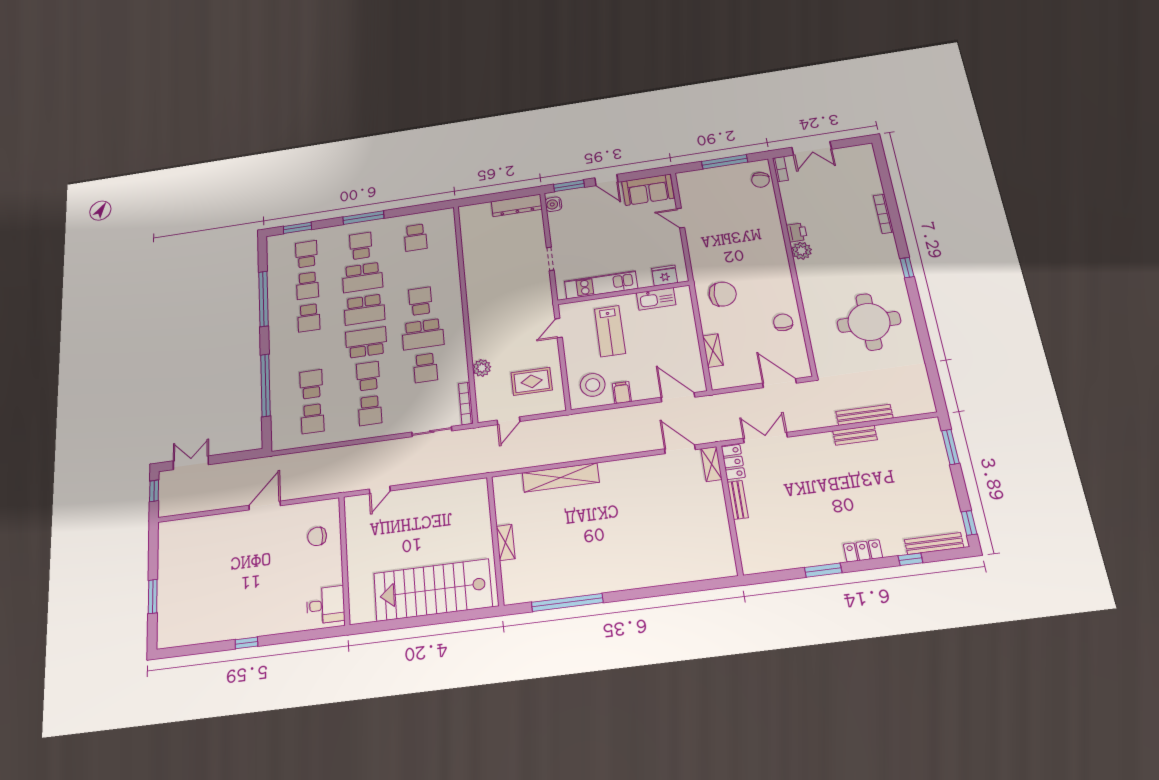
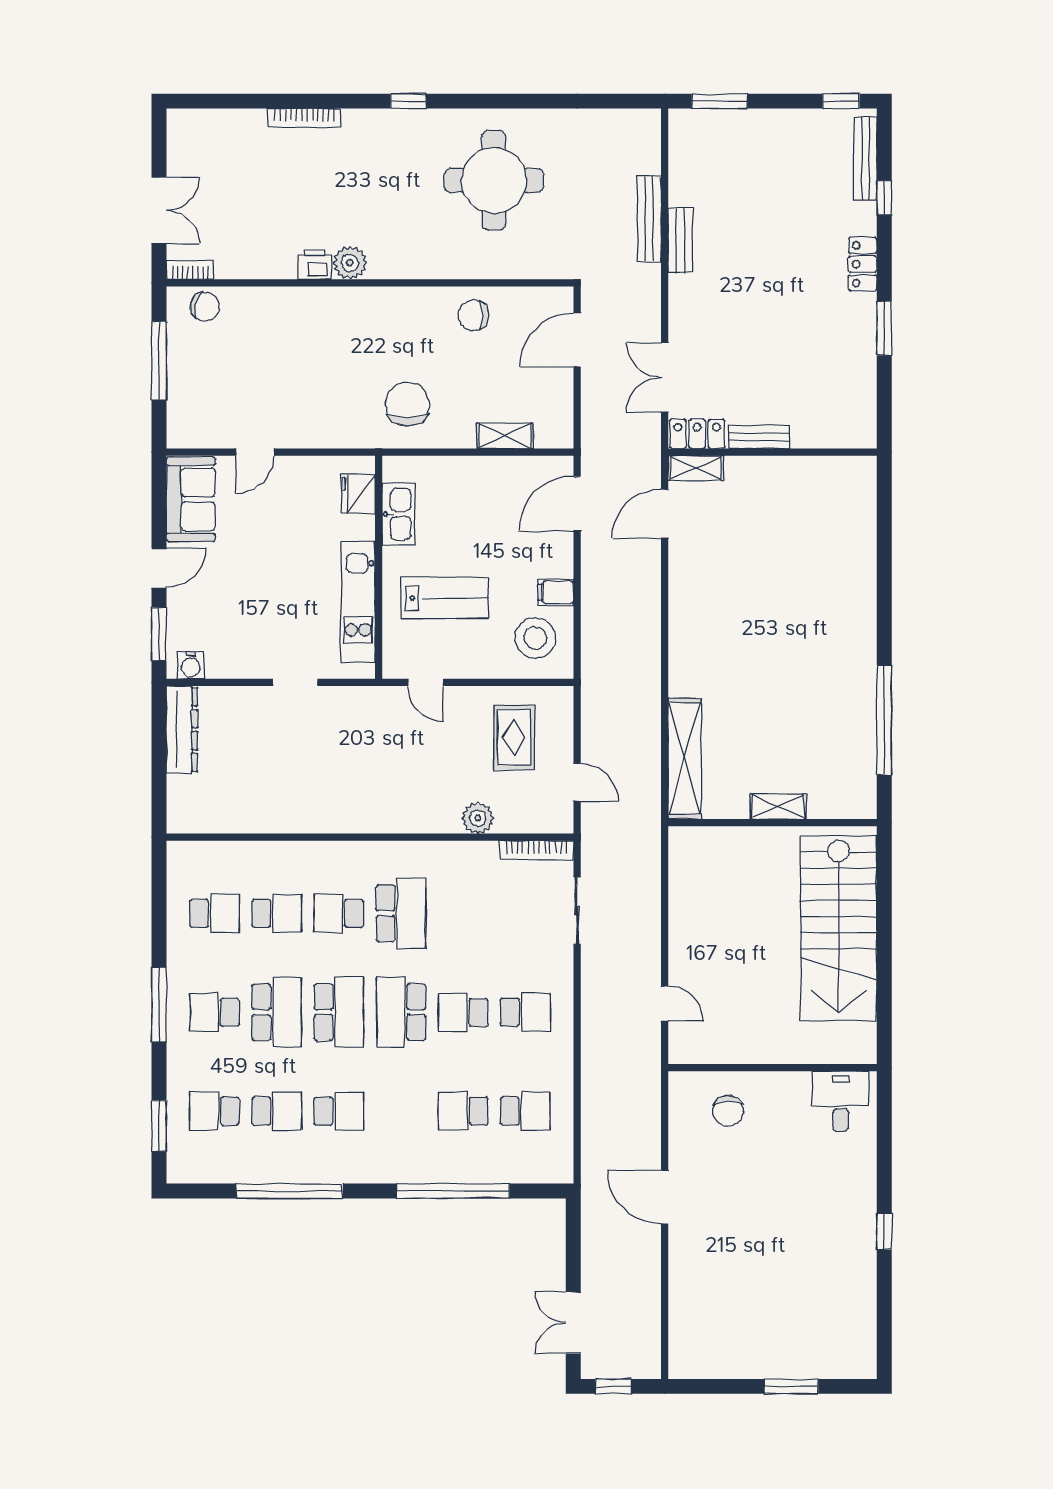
school desk: (425, 368) -> (277, 913), moved
shelving: (561, 477) -> (685, 759), moved

